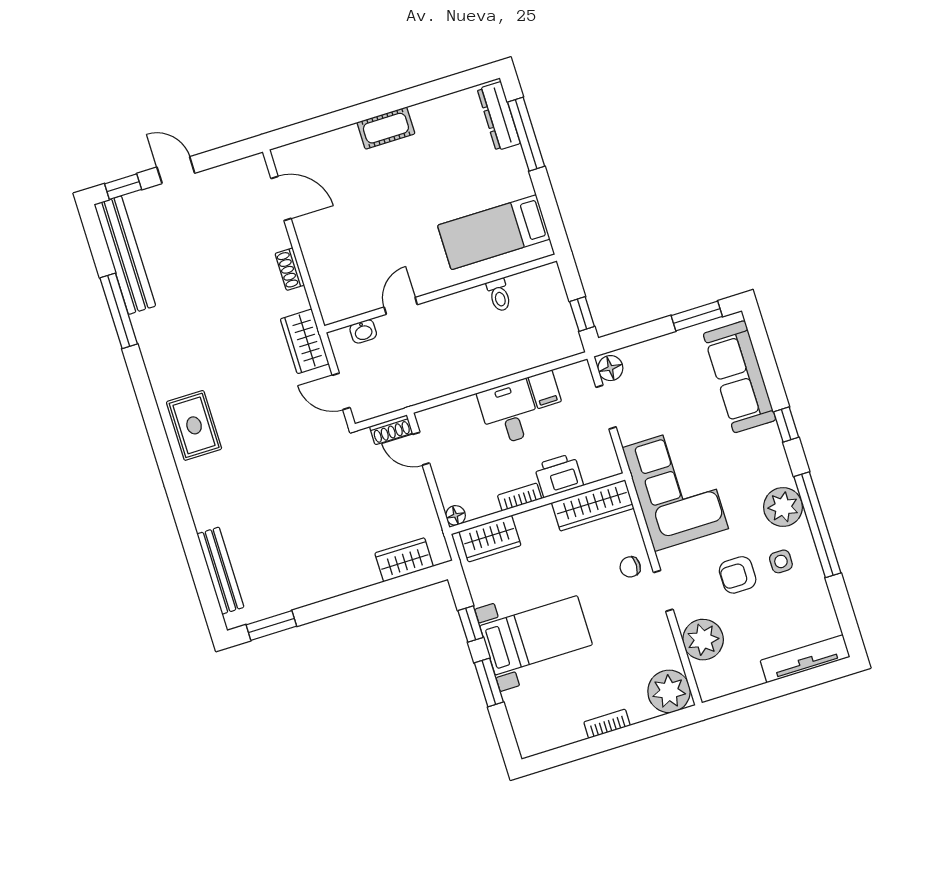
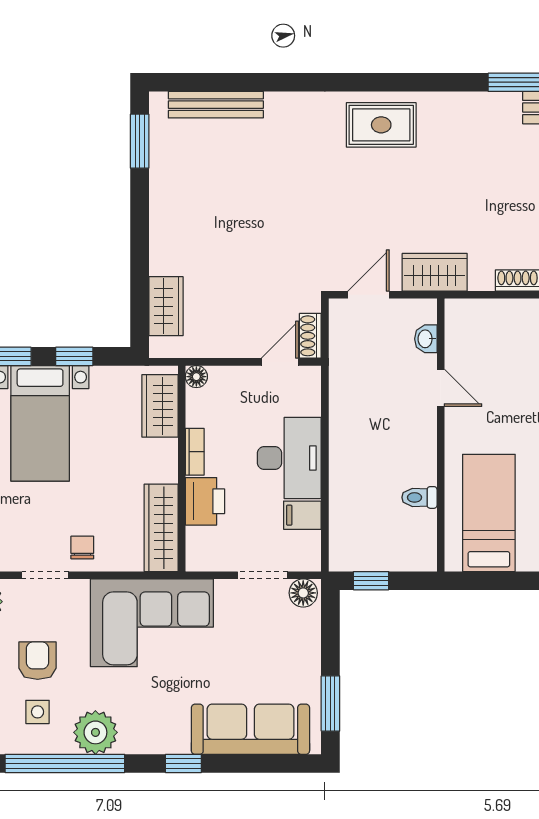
desk: (509, 413) -> (289, 458), width x1.37

